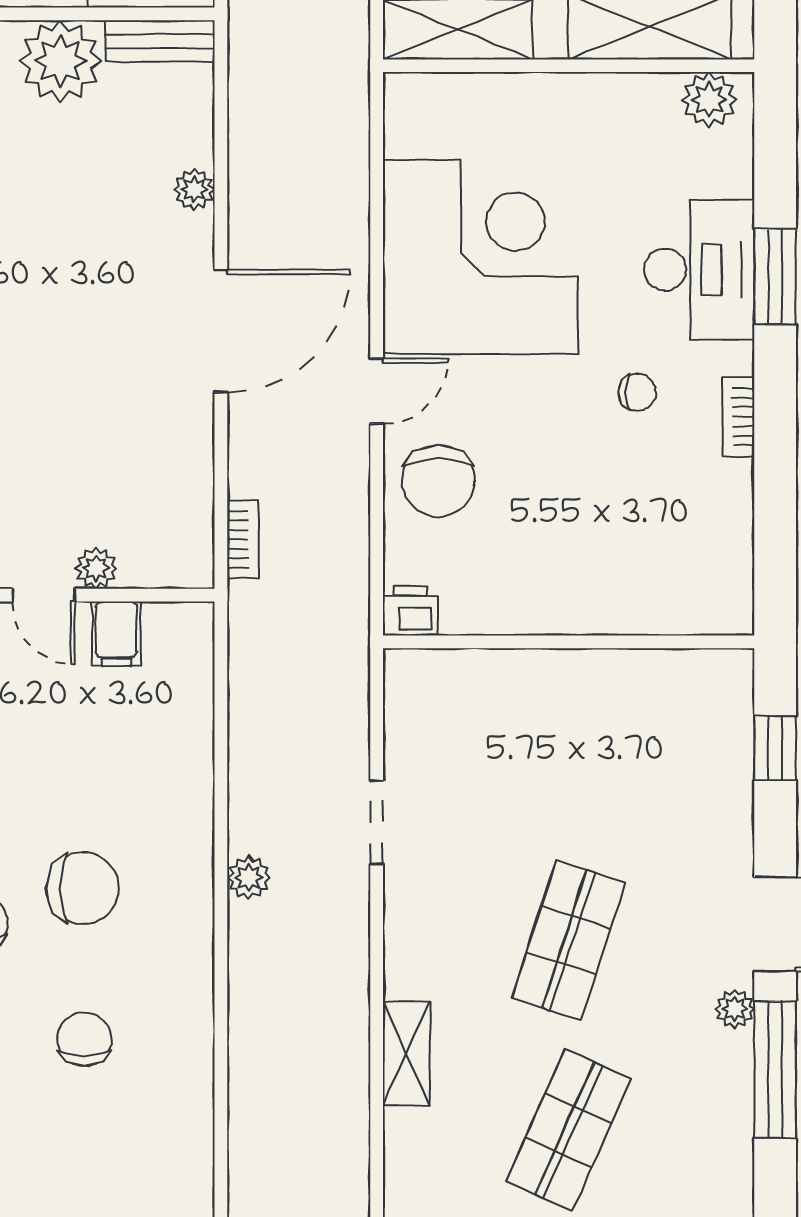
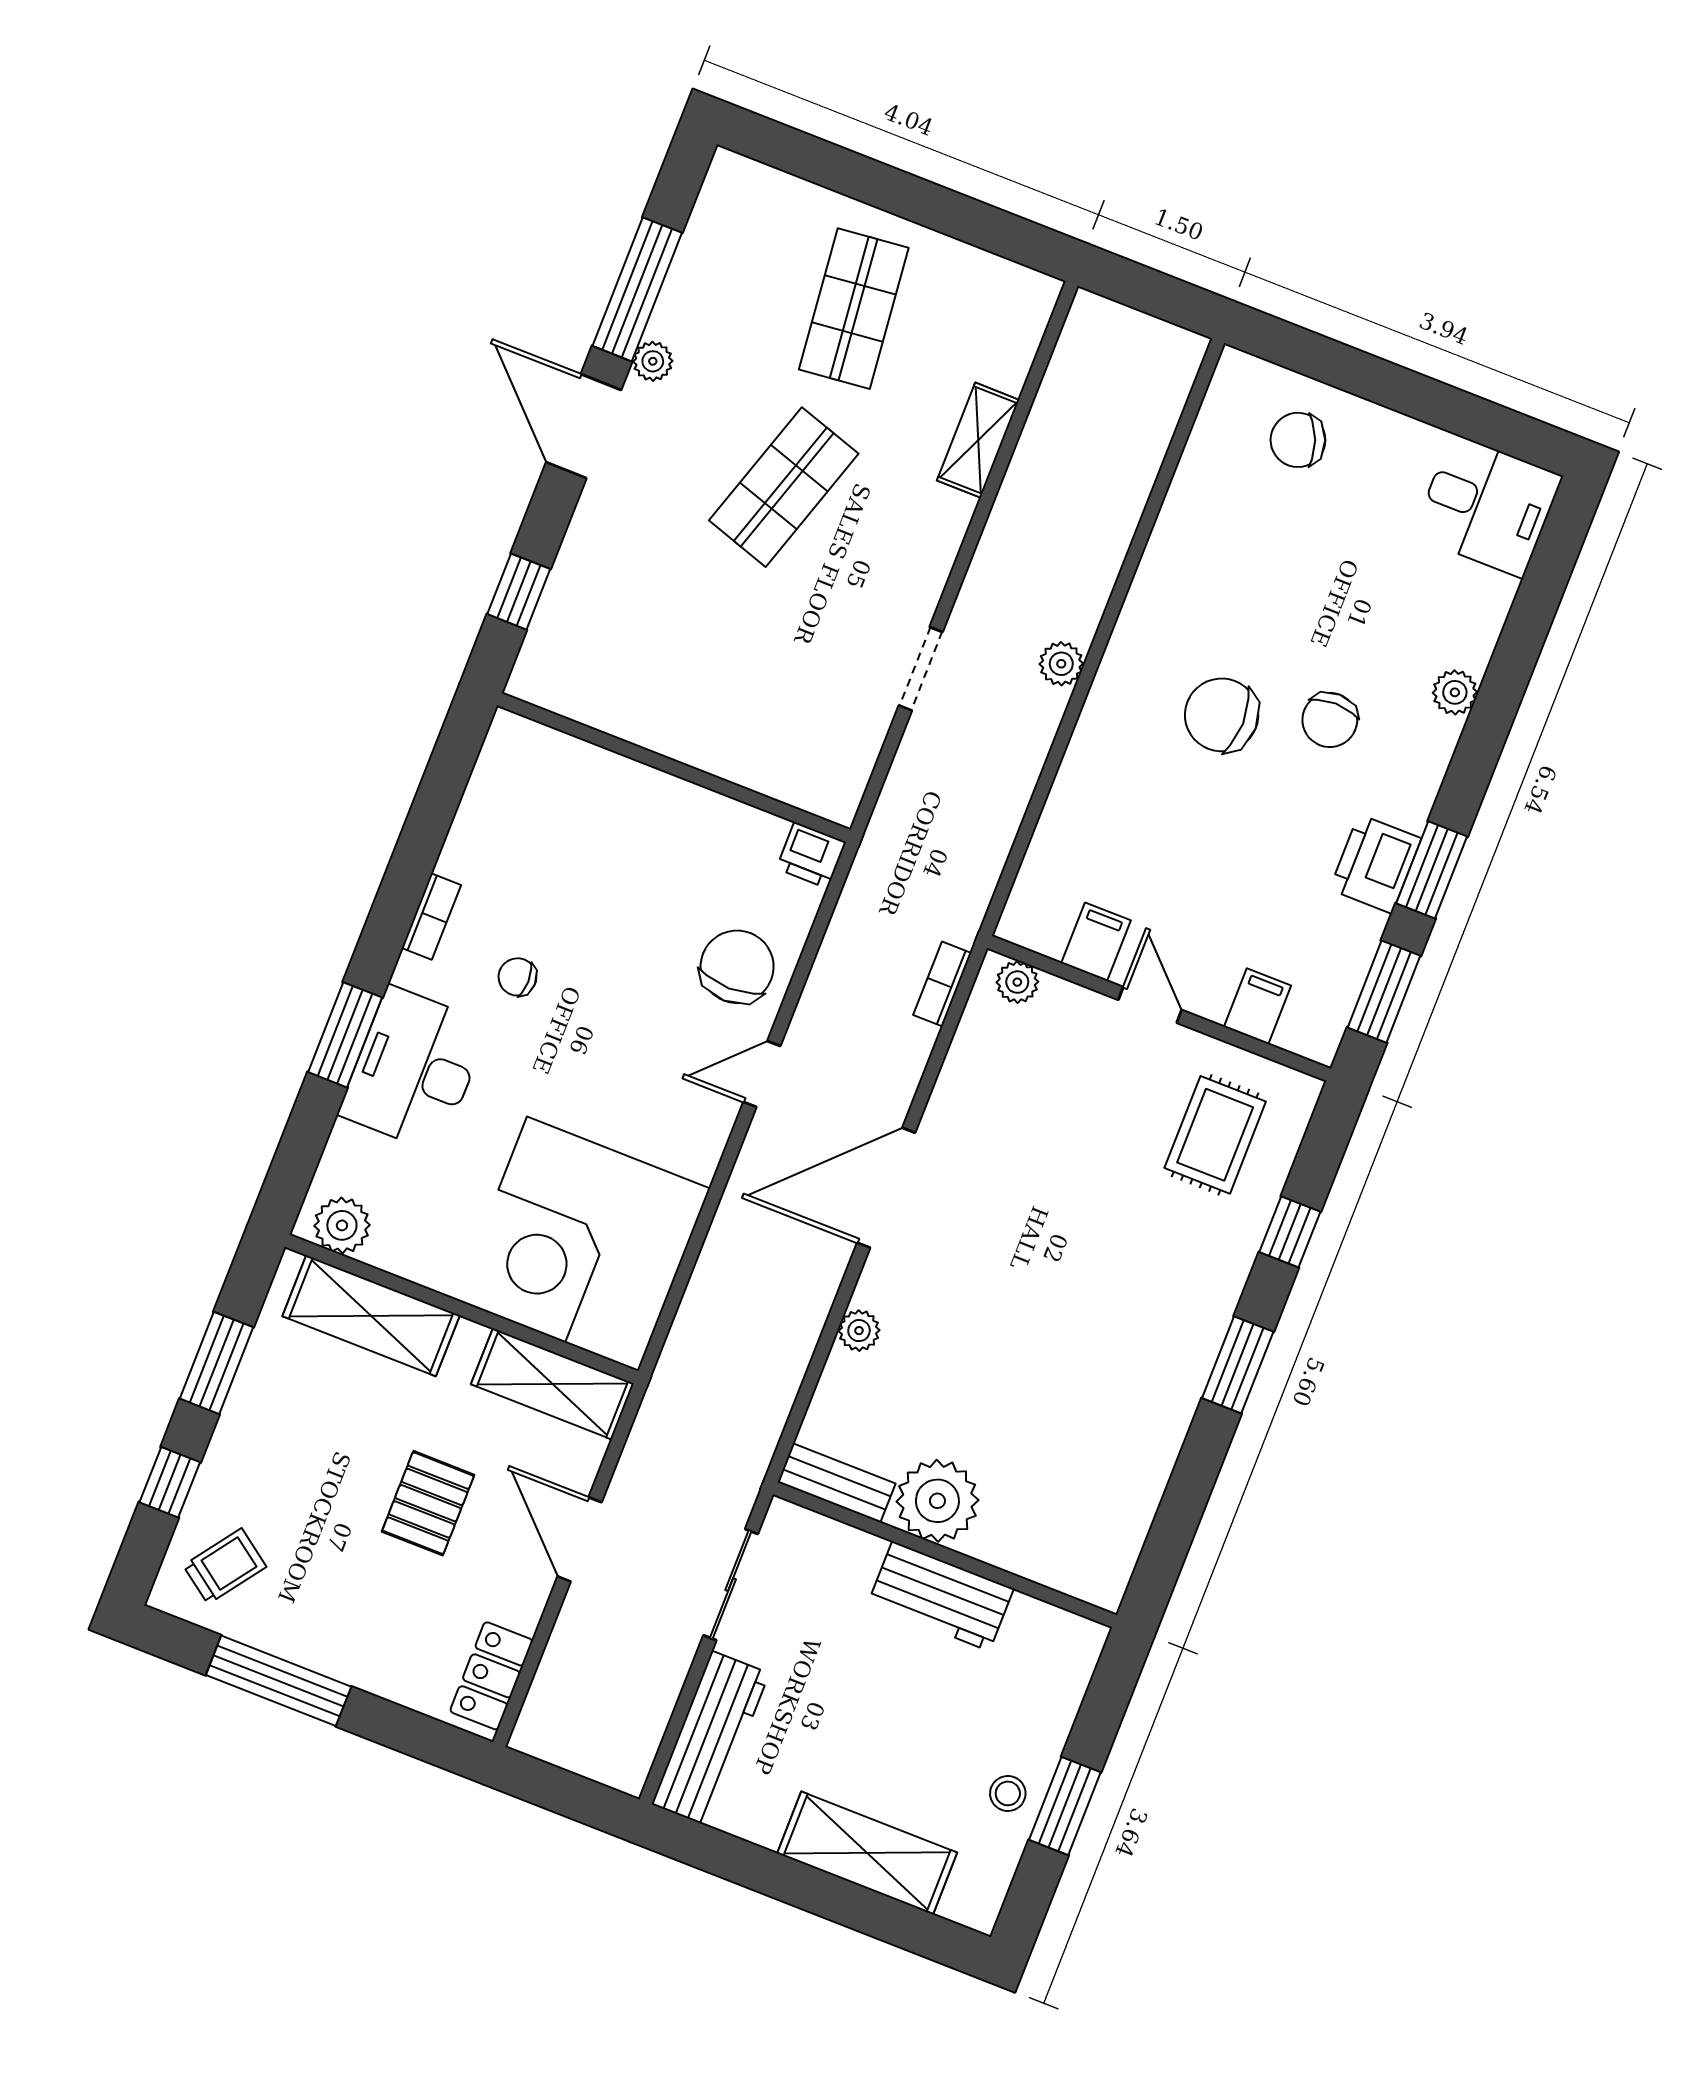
corner desk: (480, 257) -> (583, 1244), moved
plant: (96, 568) -> (1017, 982), moved
chair: (84, 1039) -> (1298, 440), moved, turned 69
shop shelf: (569, 1130) -> (854, 309), turned -30

